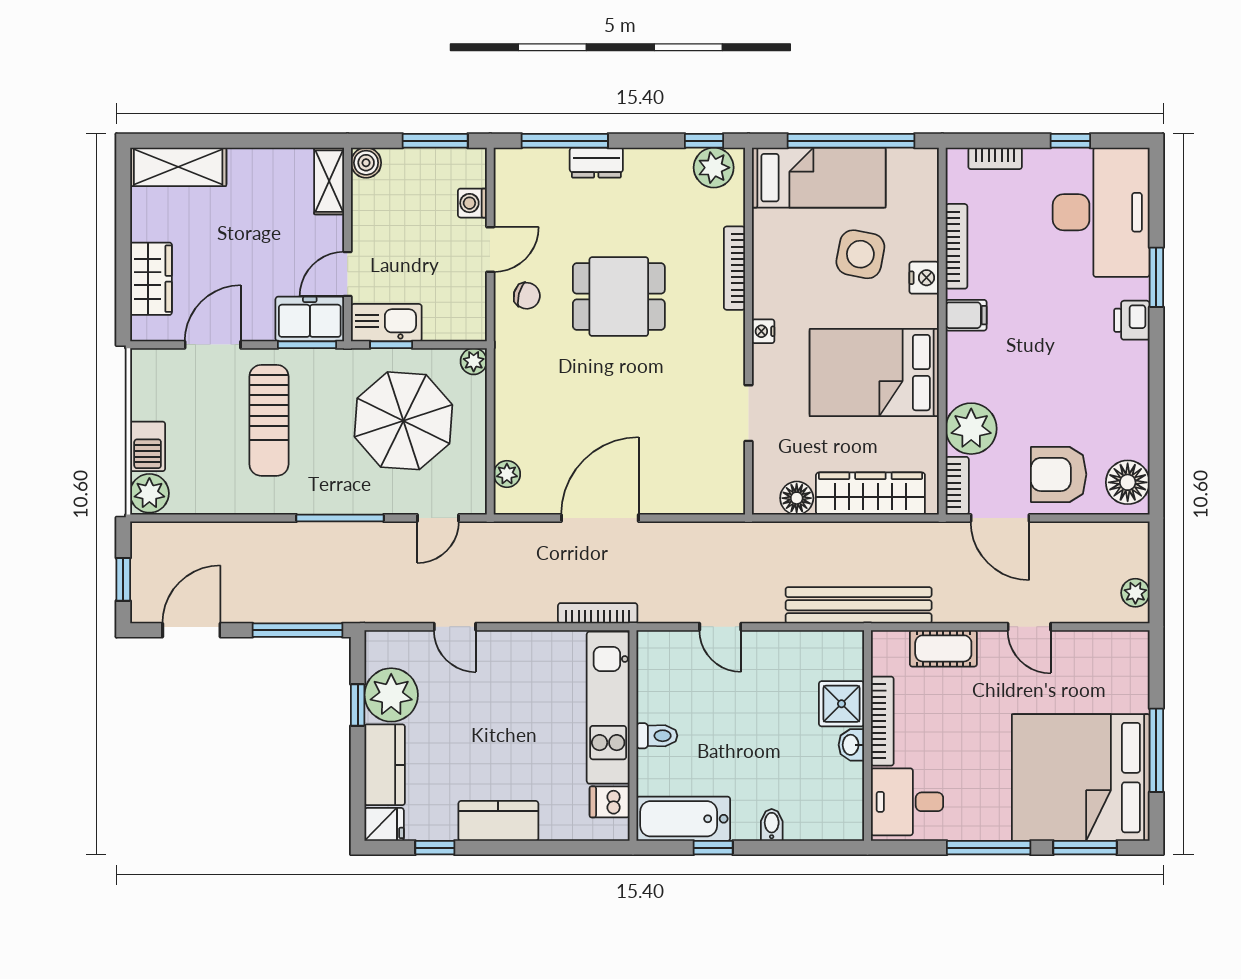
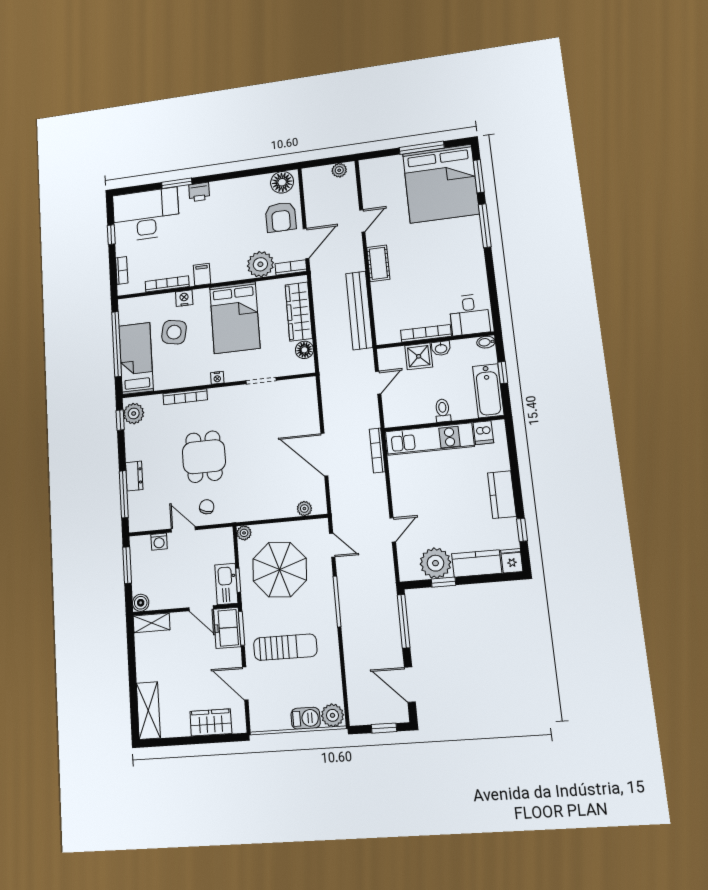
shower: (841, 704) -> (419, 356), moved
bookcase: (882, 721) -> (426, 333), moved
wall: (867, 736) -> (435, 340), moved
washbasin: (851, 745) -> (441, 348), moved
desk: (907, 802) -> (469, 315), moved

